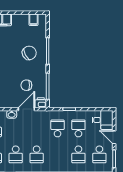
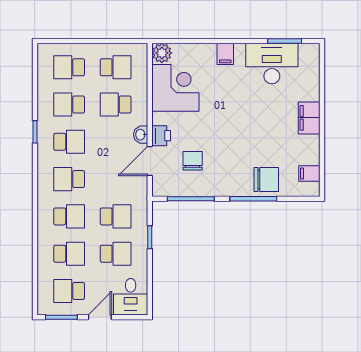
chair: (29, 53) -> (266, 180), moved, turned -61
printer: (41, 103) -> (161, 136), moved
door: (26, 109) -> (150, 161), swing flipped
school desk: (16, 154) -> (69, 142), turned 180
school desk: (58, 154) -> (69, 216), added
school desk: (78, 154) -> (69, 254), turned 180

